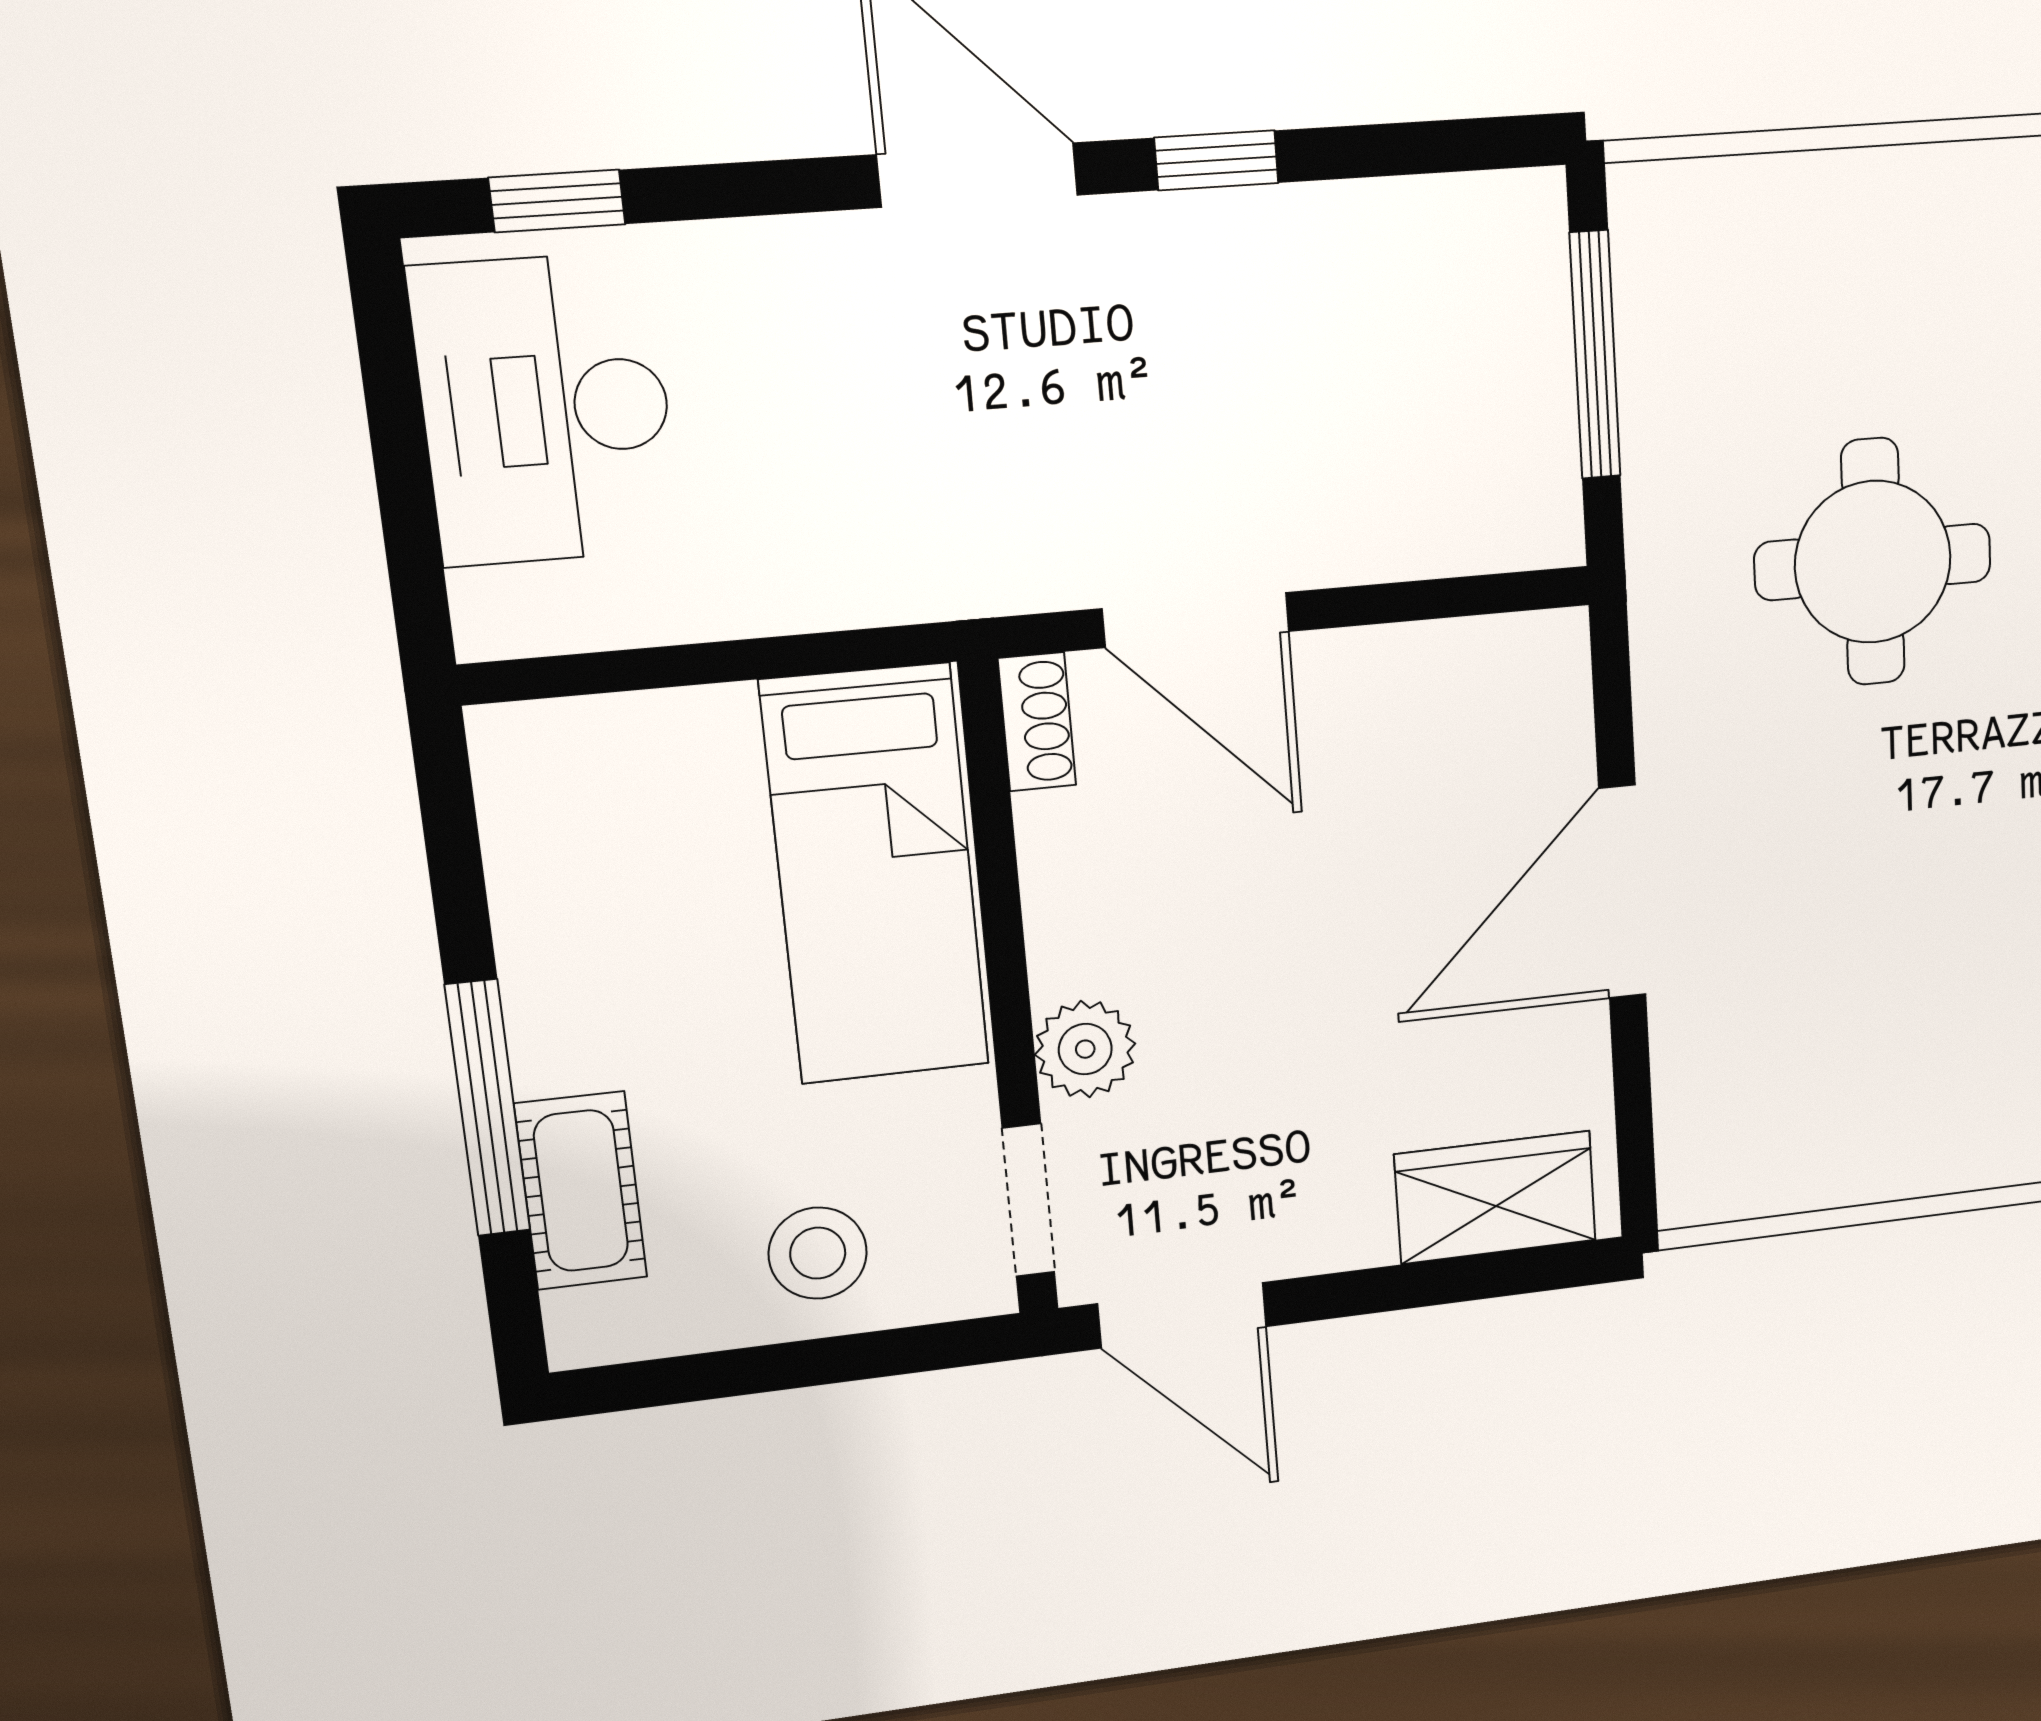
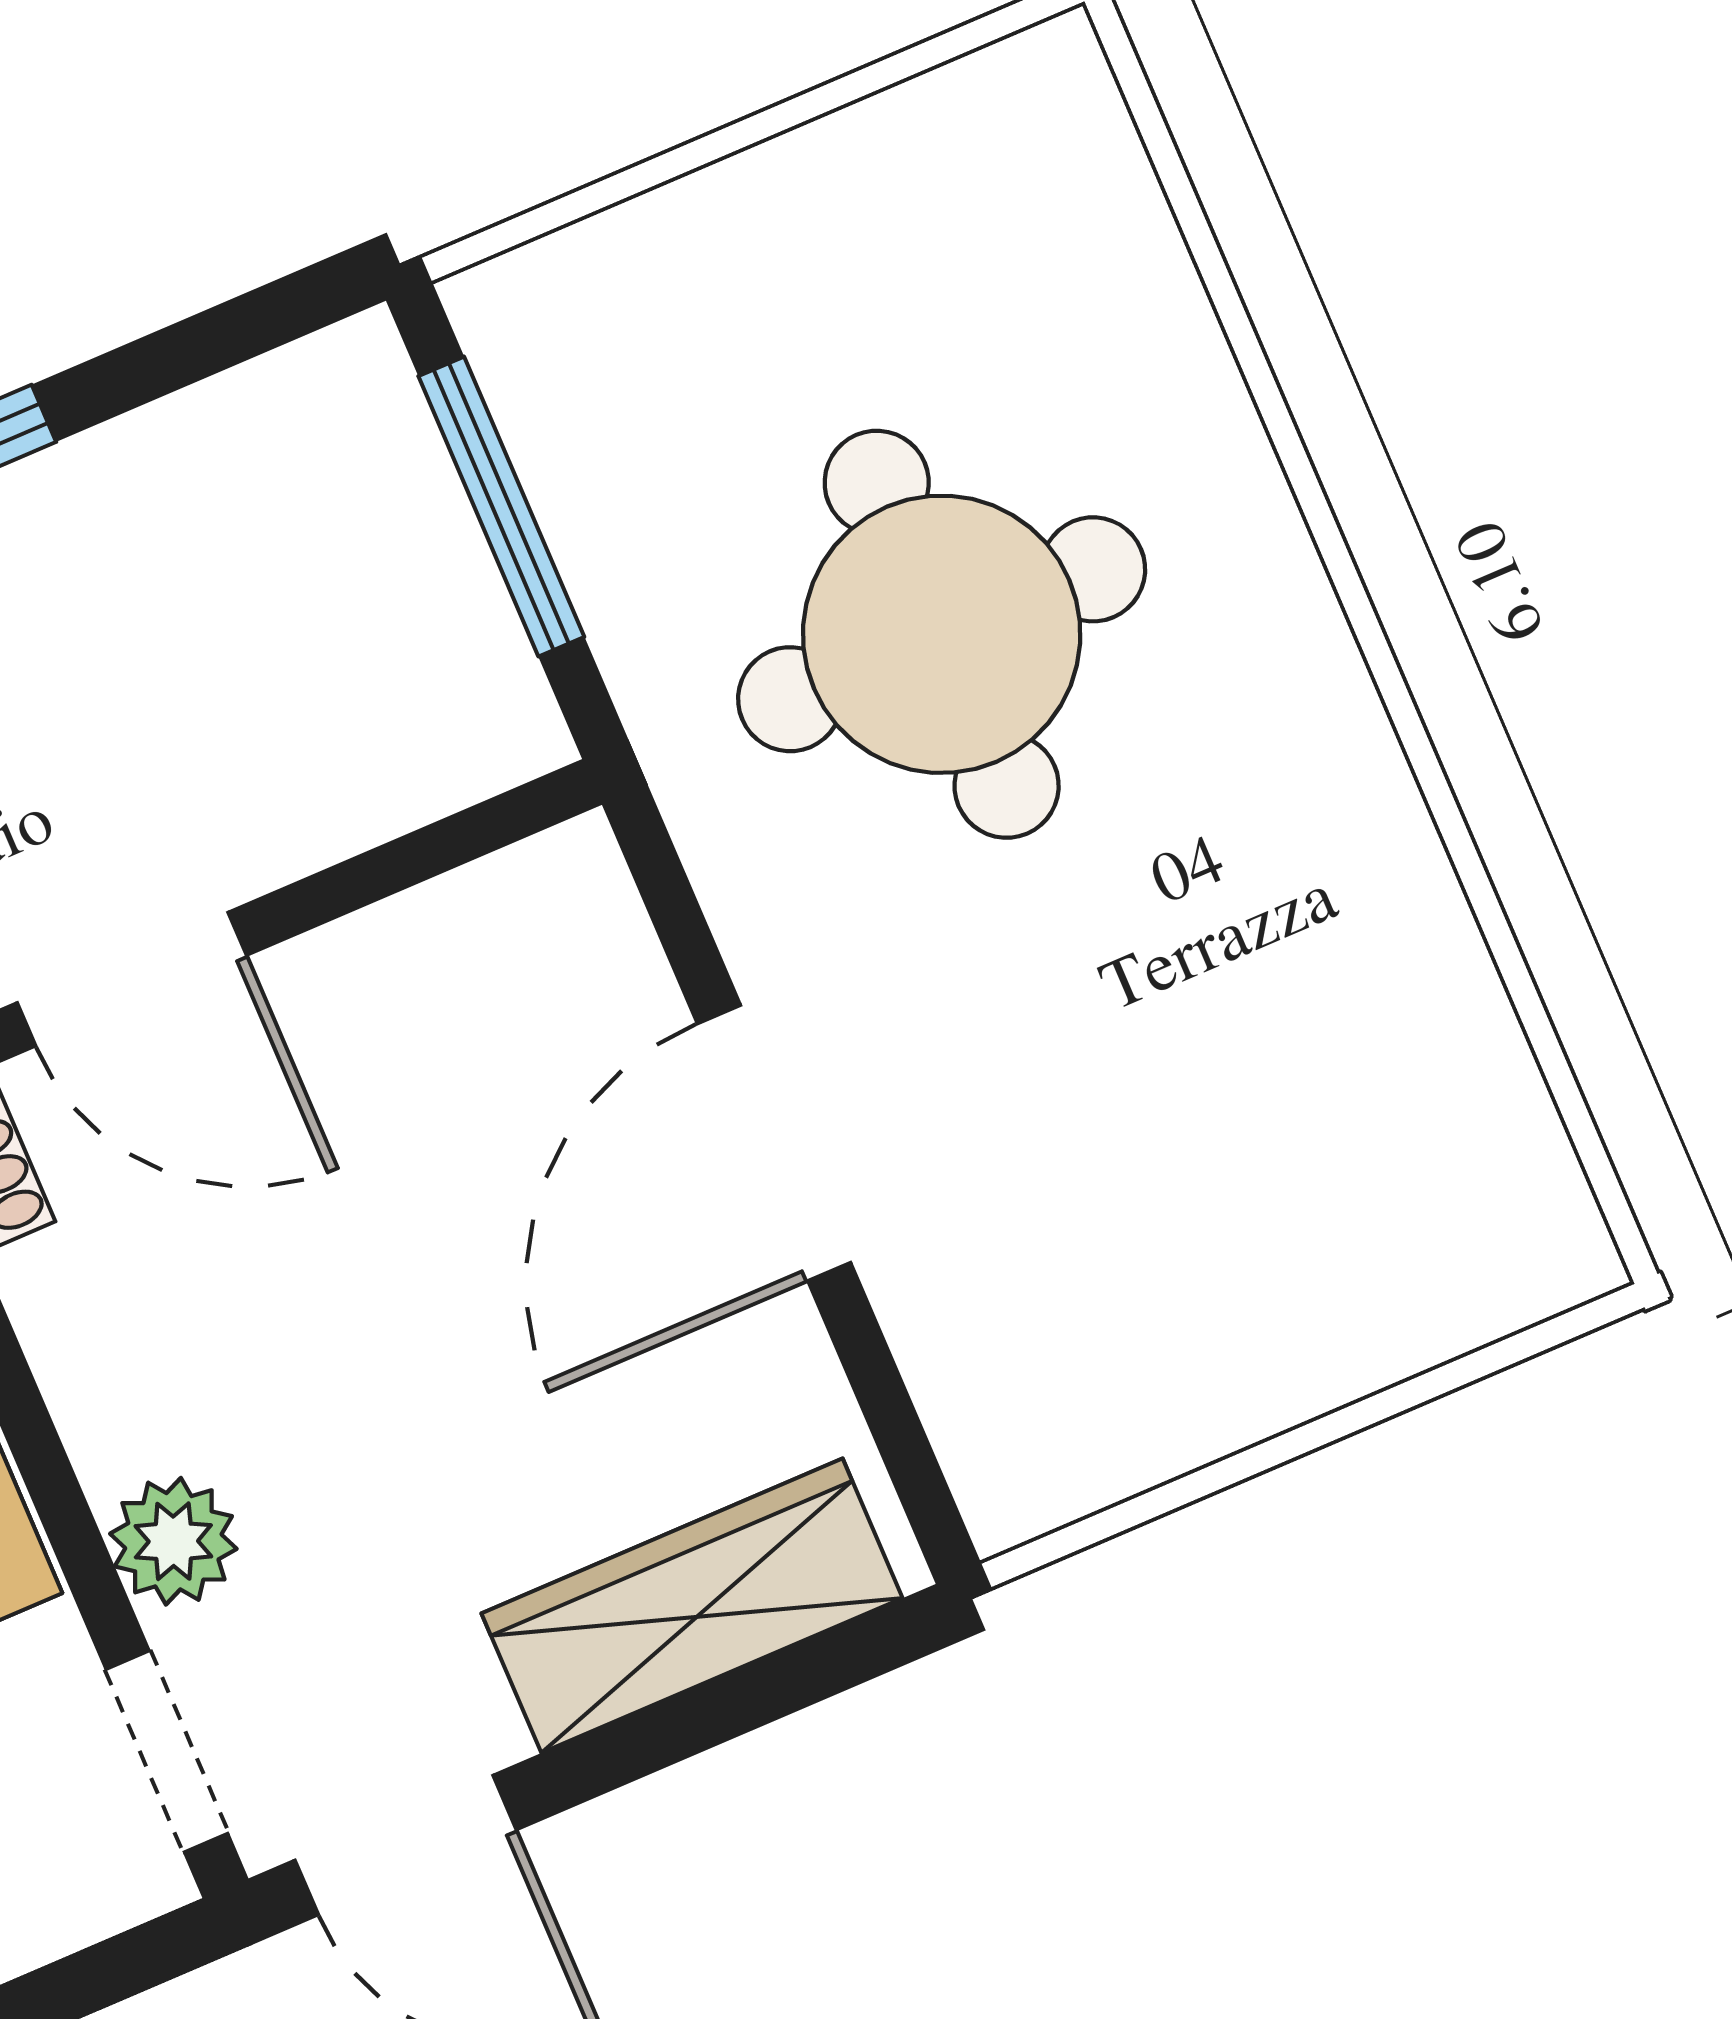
round table: (1873, 562) -> (942, 634), width x1.36, depth x1.36
wardrobe: (1495, 1197) -> (692, 1606), width x1.50

